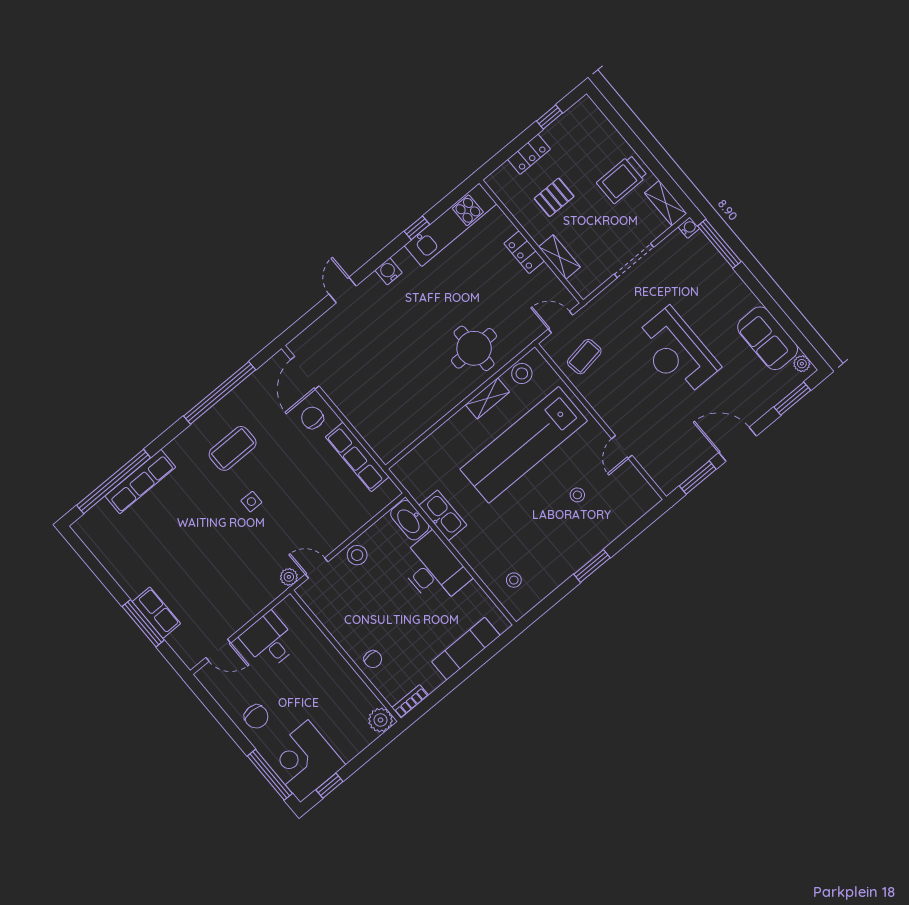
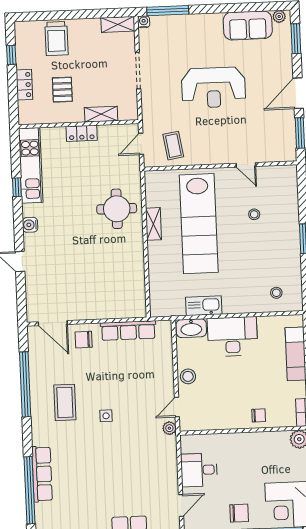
trolley: (622, 179) -> (56, 38), moved
stool: (522, 373) -> (154, 191), removed

